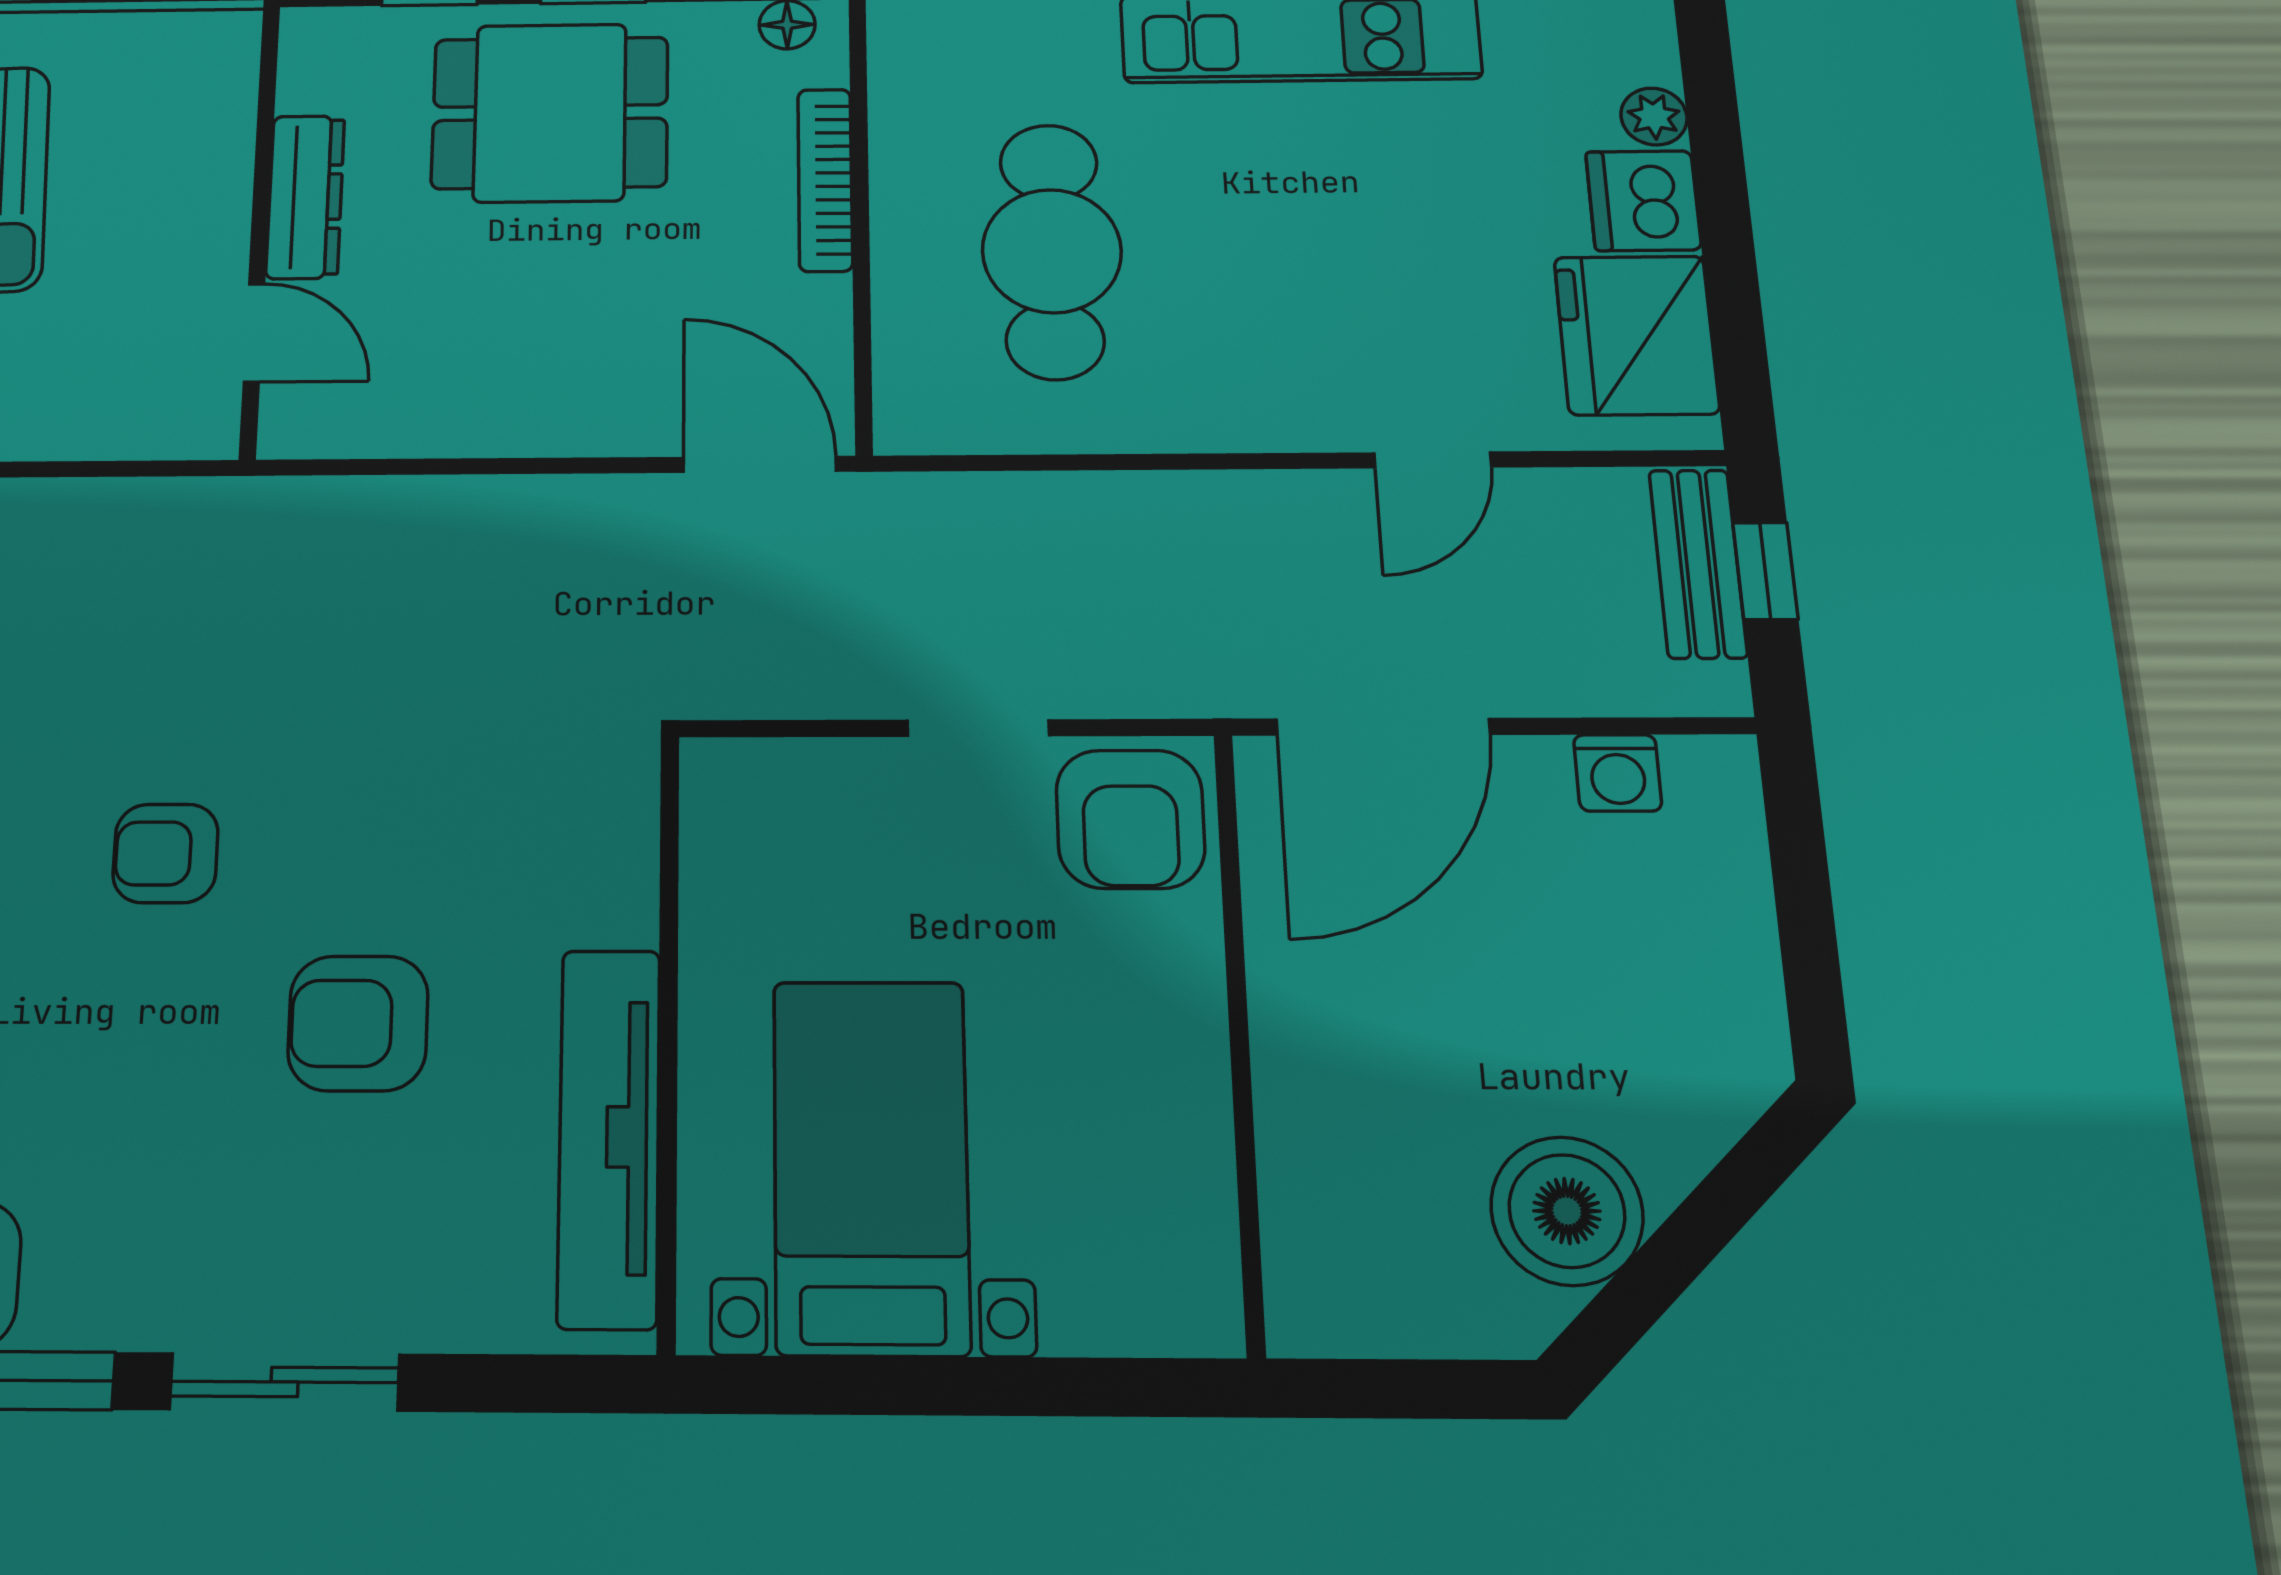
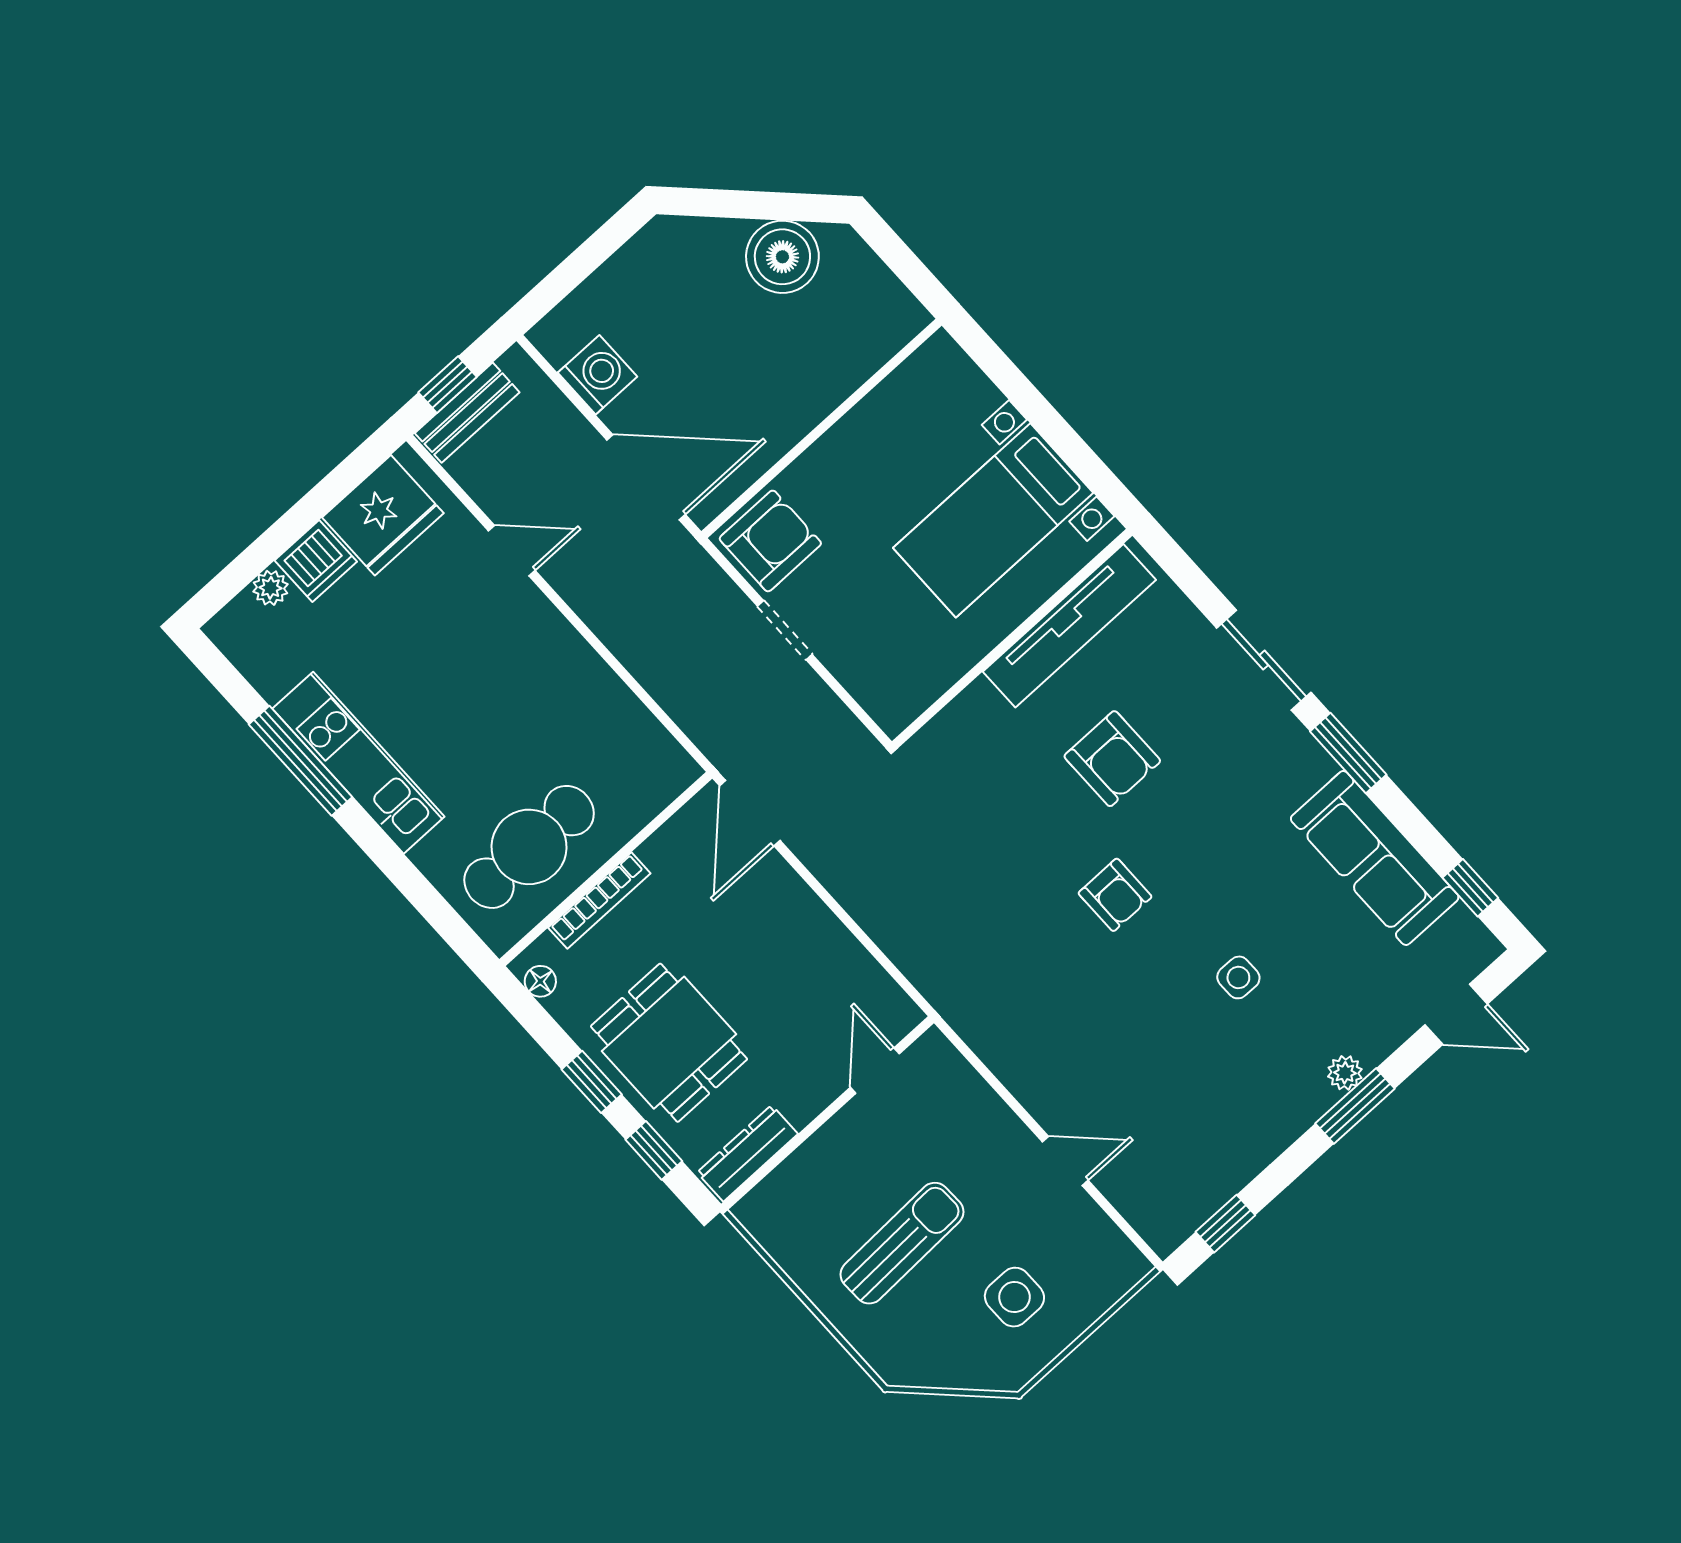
dresser: (305, 197) -> (747, 1153), moved
cafe table: (1052, 251) -> (529, 847), moved
washing machine: (1618, 773) -> (597, 375), width x1.38, depth x1.38

